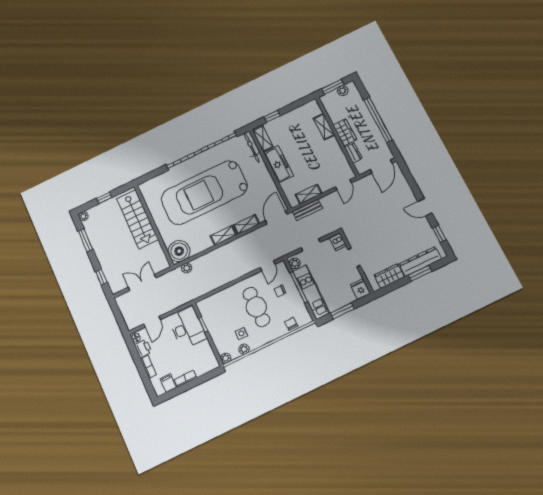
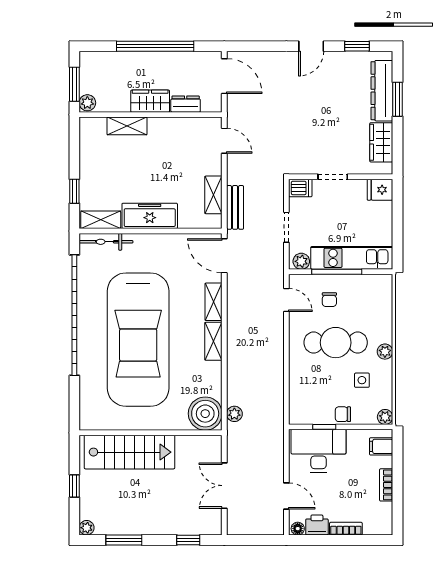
plant: (343, 91) -> (87, 103), moved
window: (342, 311) -> (398, 229), removed
chair: (291, 324) -> (343, 414), moved
plant: (244, 349) -> (385, 352), moved
filing cabinet: (168, 383) -> (381, 446), moved

